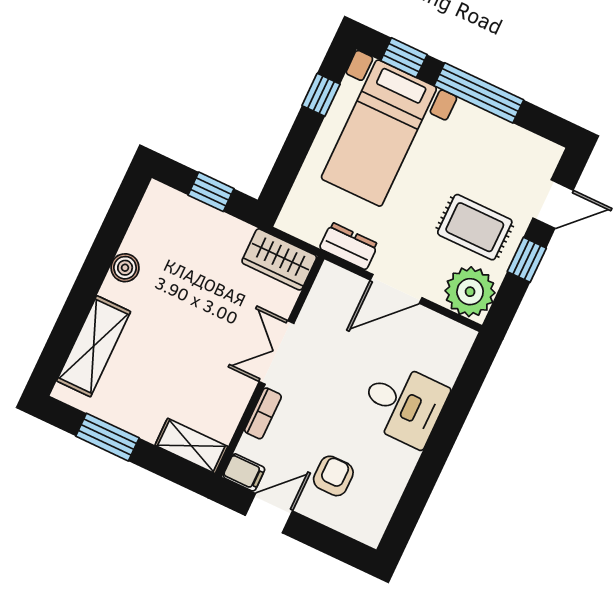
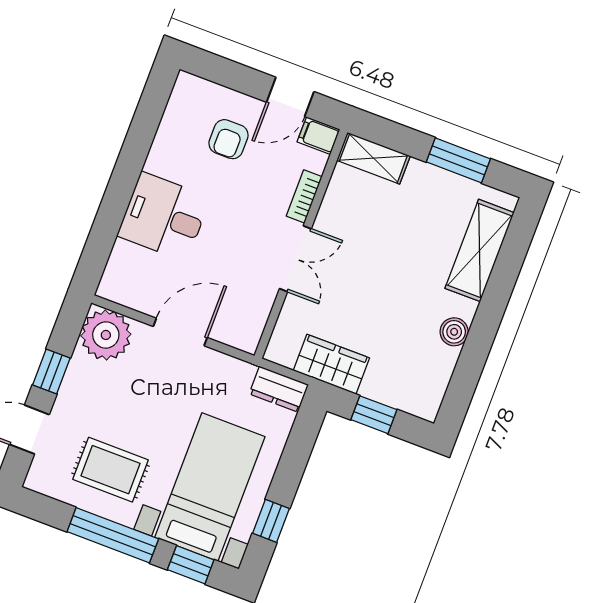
rug: (475, 227) -> (111, 470), moved
dresser: (349, 246) -> (279, 389), moved
wardrobe: (279, 259) -> (331, 364), moved

